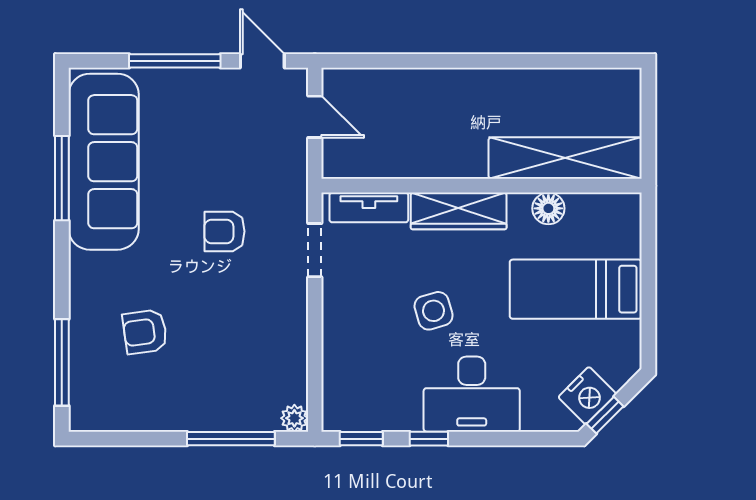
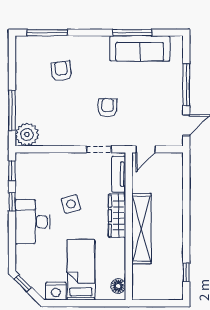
window: (582, 61) -> (186, 272), added
door: (315, 117) -> (146, 149), moved
shelving: (565, 158) -> (141, 229), moved
sofa: (104, 162) -> (140, 48), width x0.74, depth x0.79
floor lamp: (548, 208) -> (118, 286), moved
nightstand: (587, 396) -> (56, 291), moved, turned -45
plant: (294, 418) -> (27, 134), width x1.88, depth x1.88

